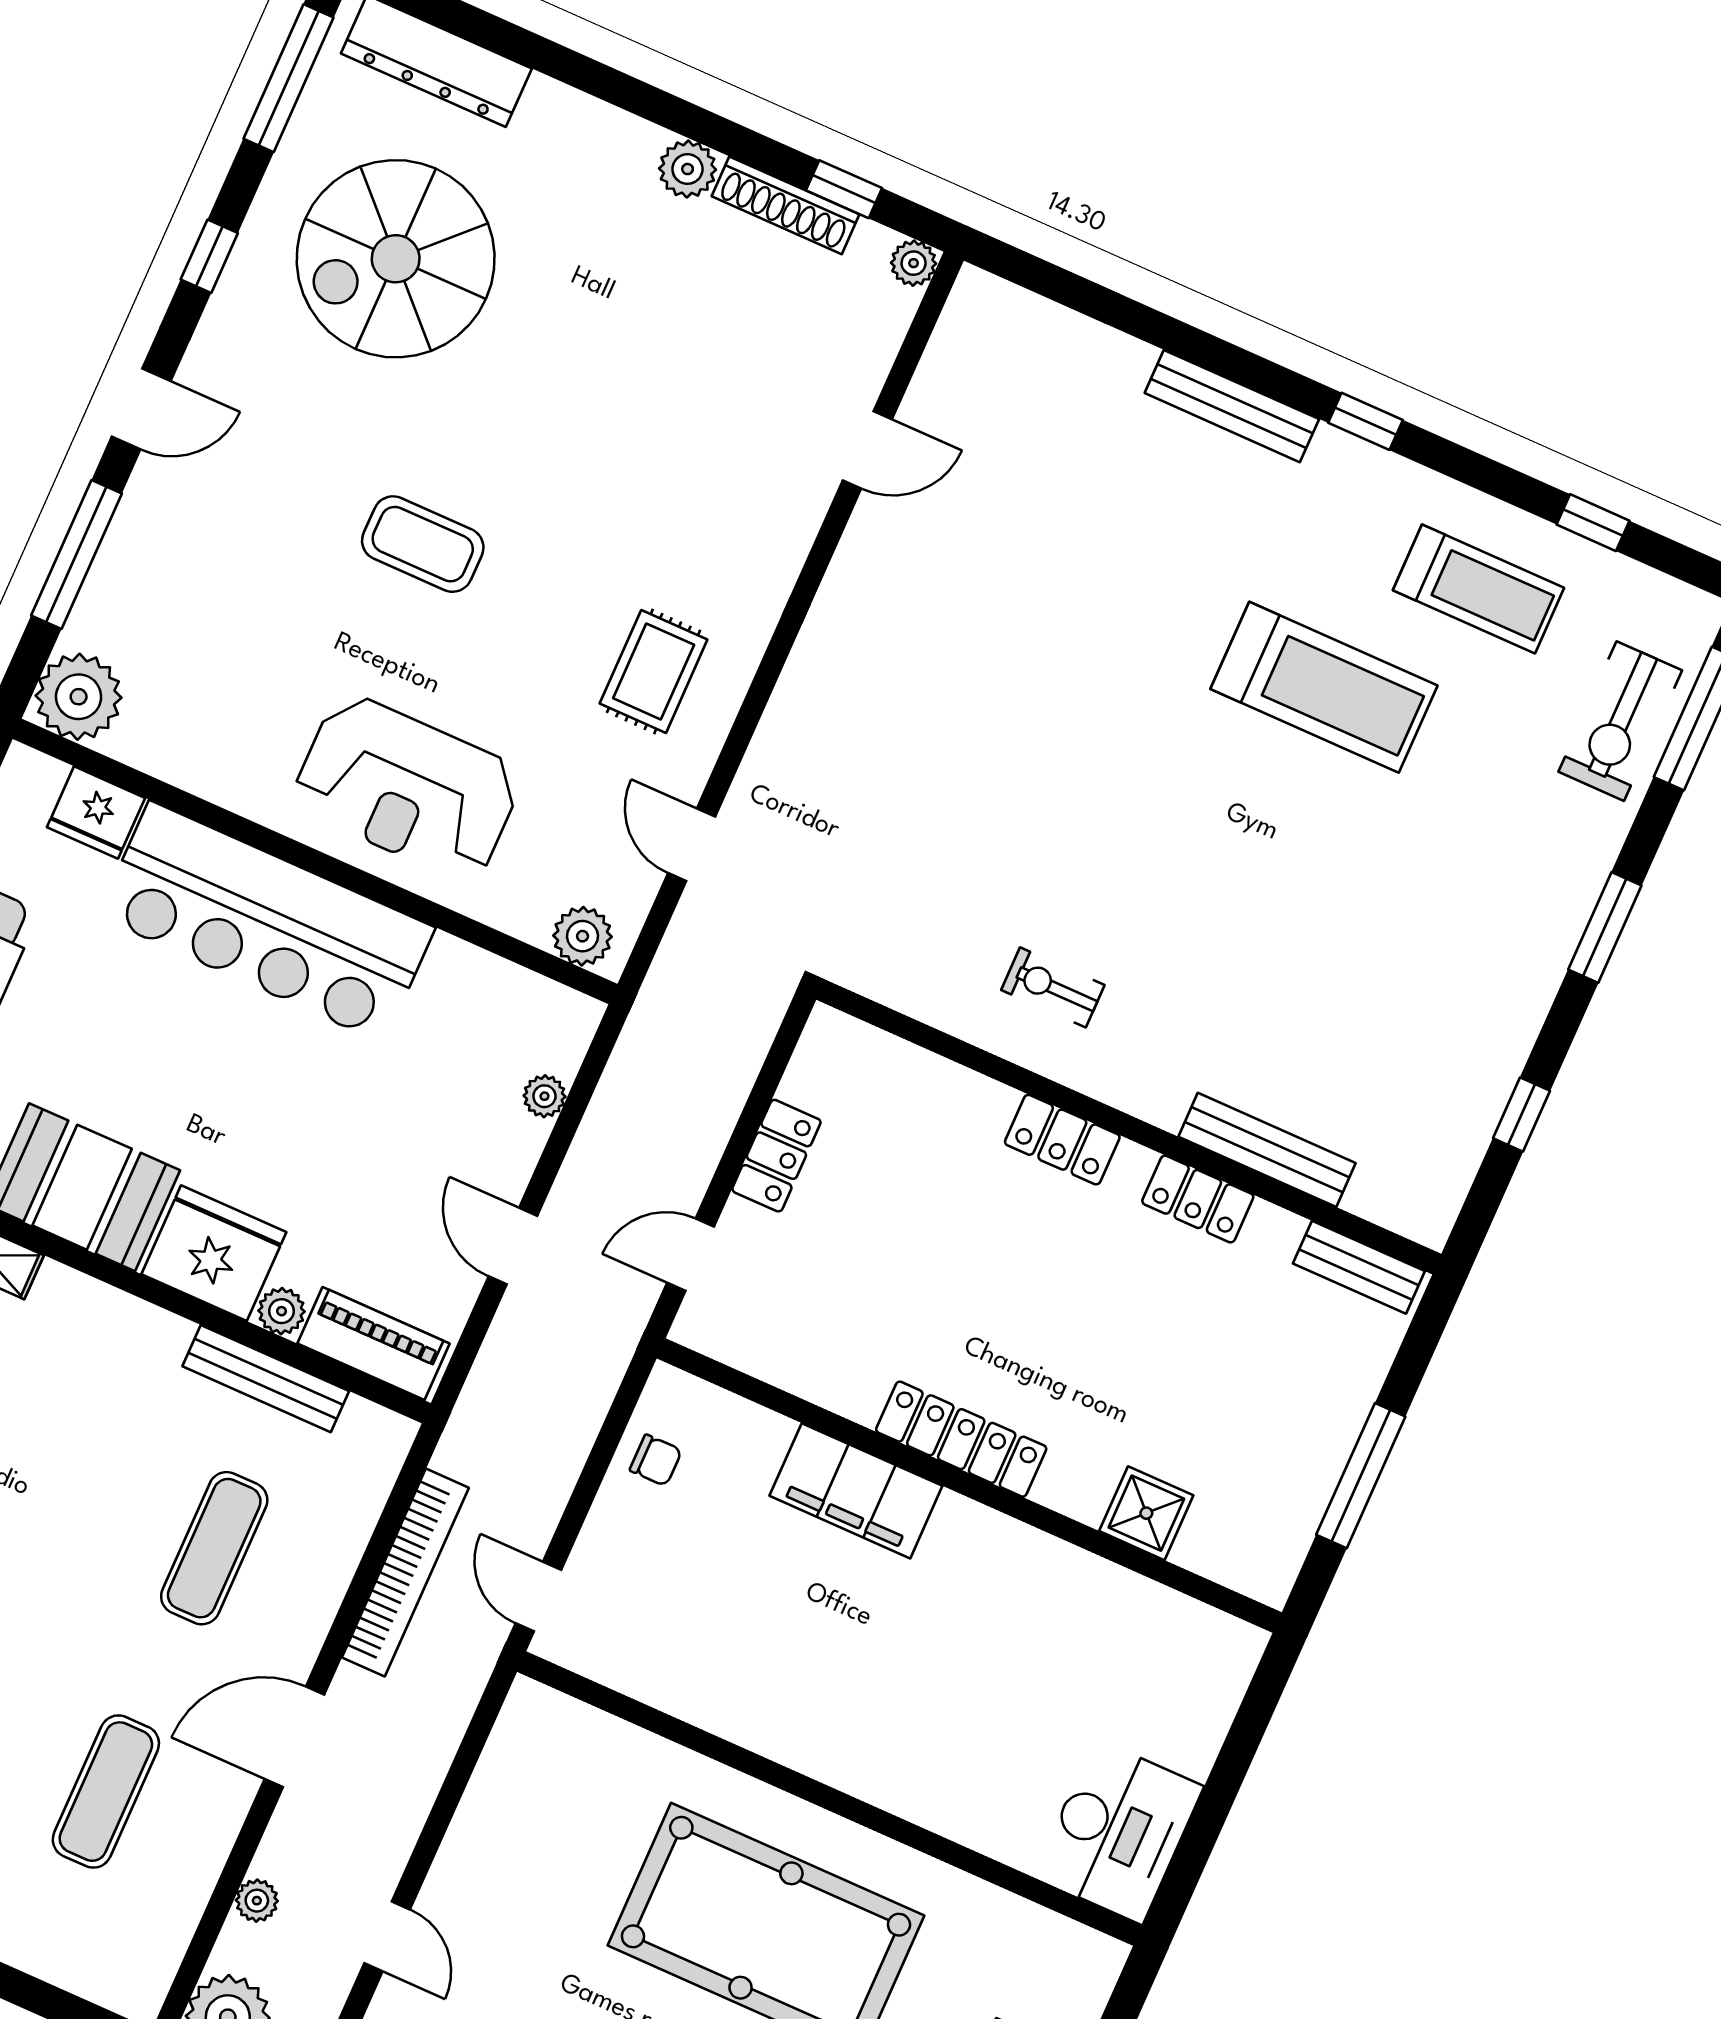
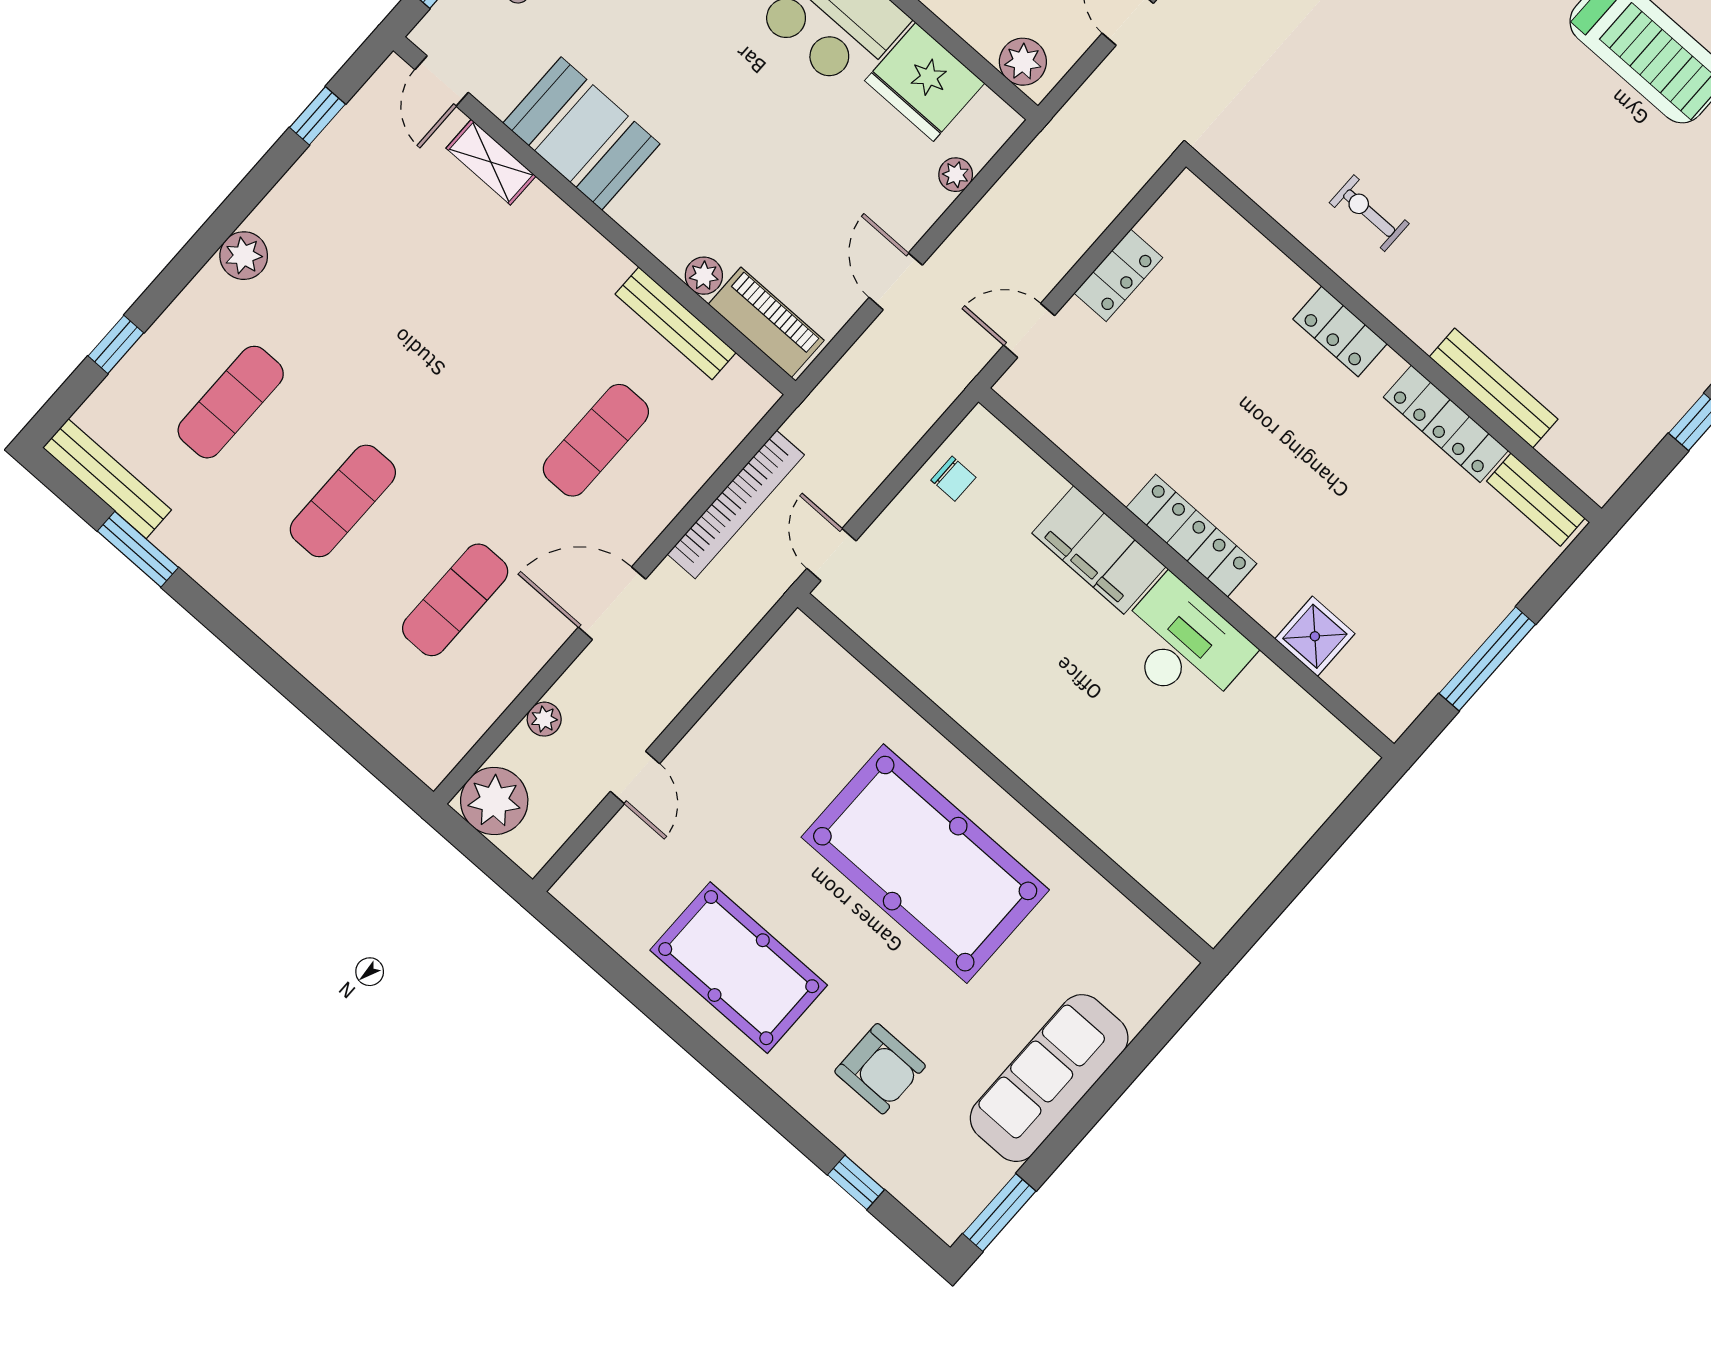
locker: (1198, 1199) -> (1446, 424), width x1.53
fridge: (214, 1253) -> (925, 82), moved, turned 180
desk: (1119, 1832) -> (1183, 645), moved, turned -90

